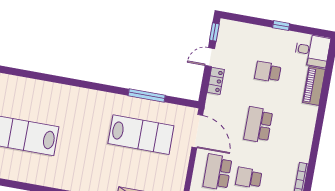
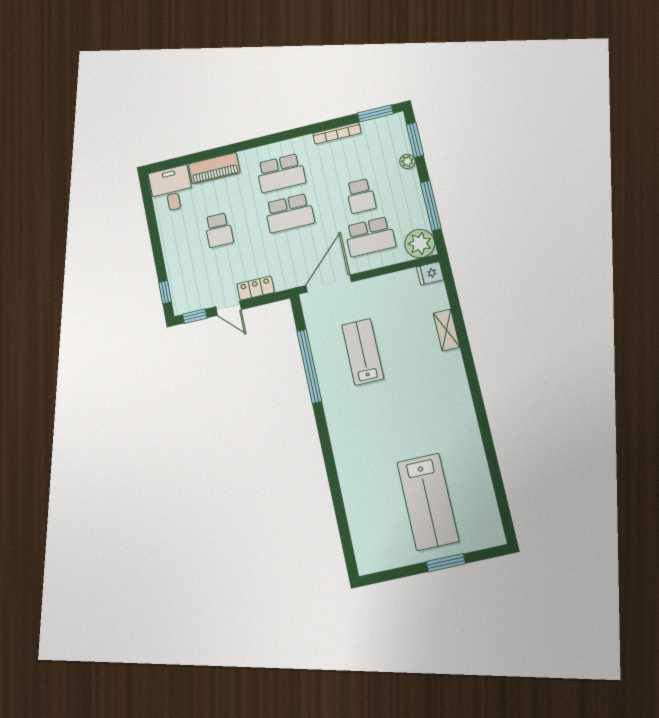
window: (281, 26) -> (165, 292), moved
window: (147, 95) -> (309, 366), width x1.46
school desk: (290, 130) -> (281, 173), added
lab bench: (141, 135) -> (363, 352), width x0.73, depth x0.72

